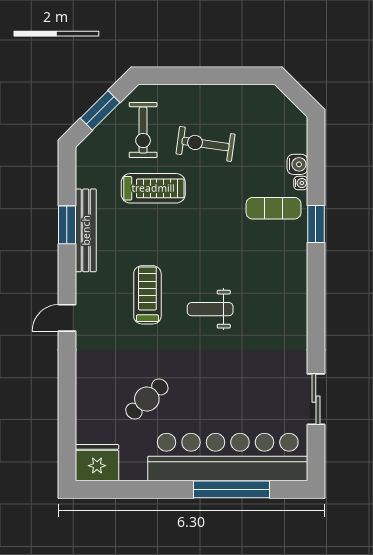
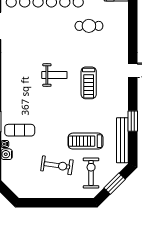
bench: (86, 230) -> (122, 140), moved
cafe table: (147, 399) -> (89, 26), turned 43

